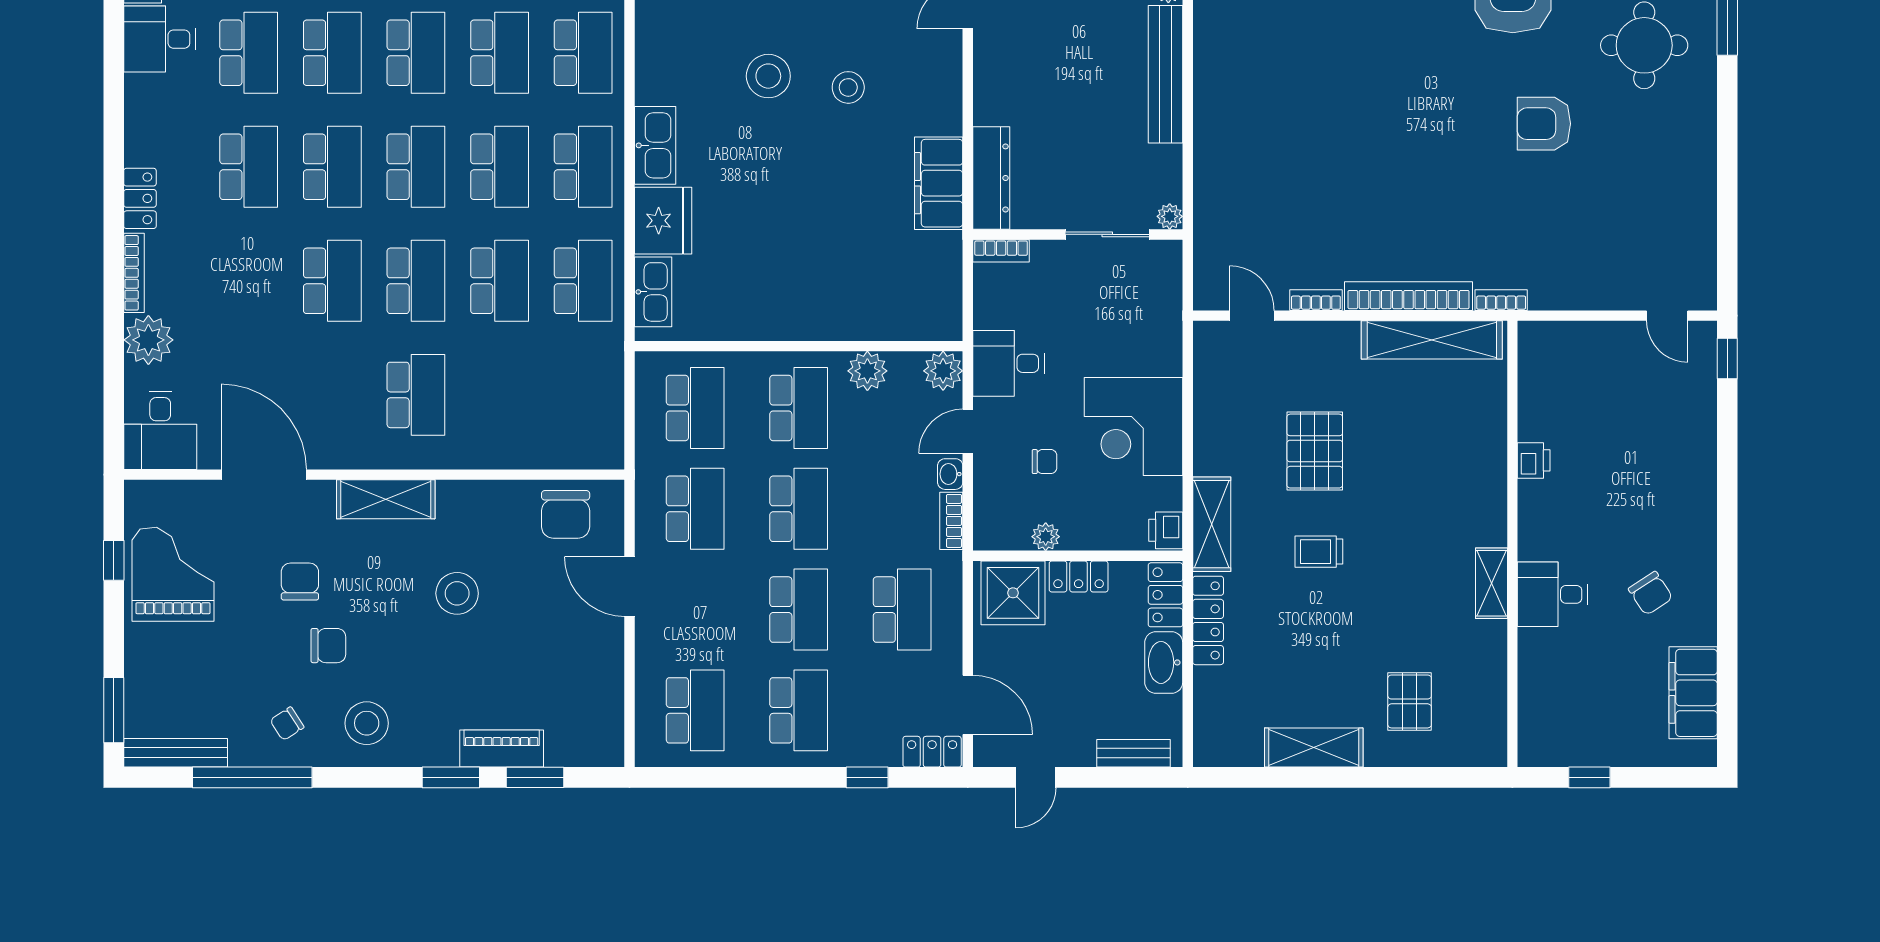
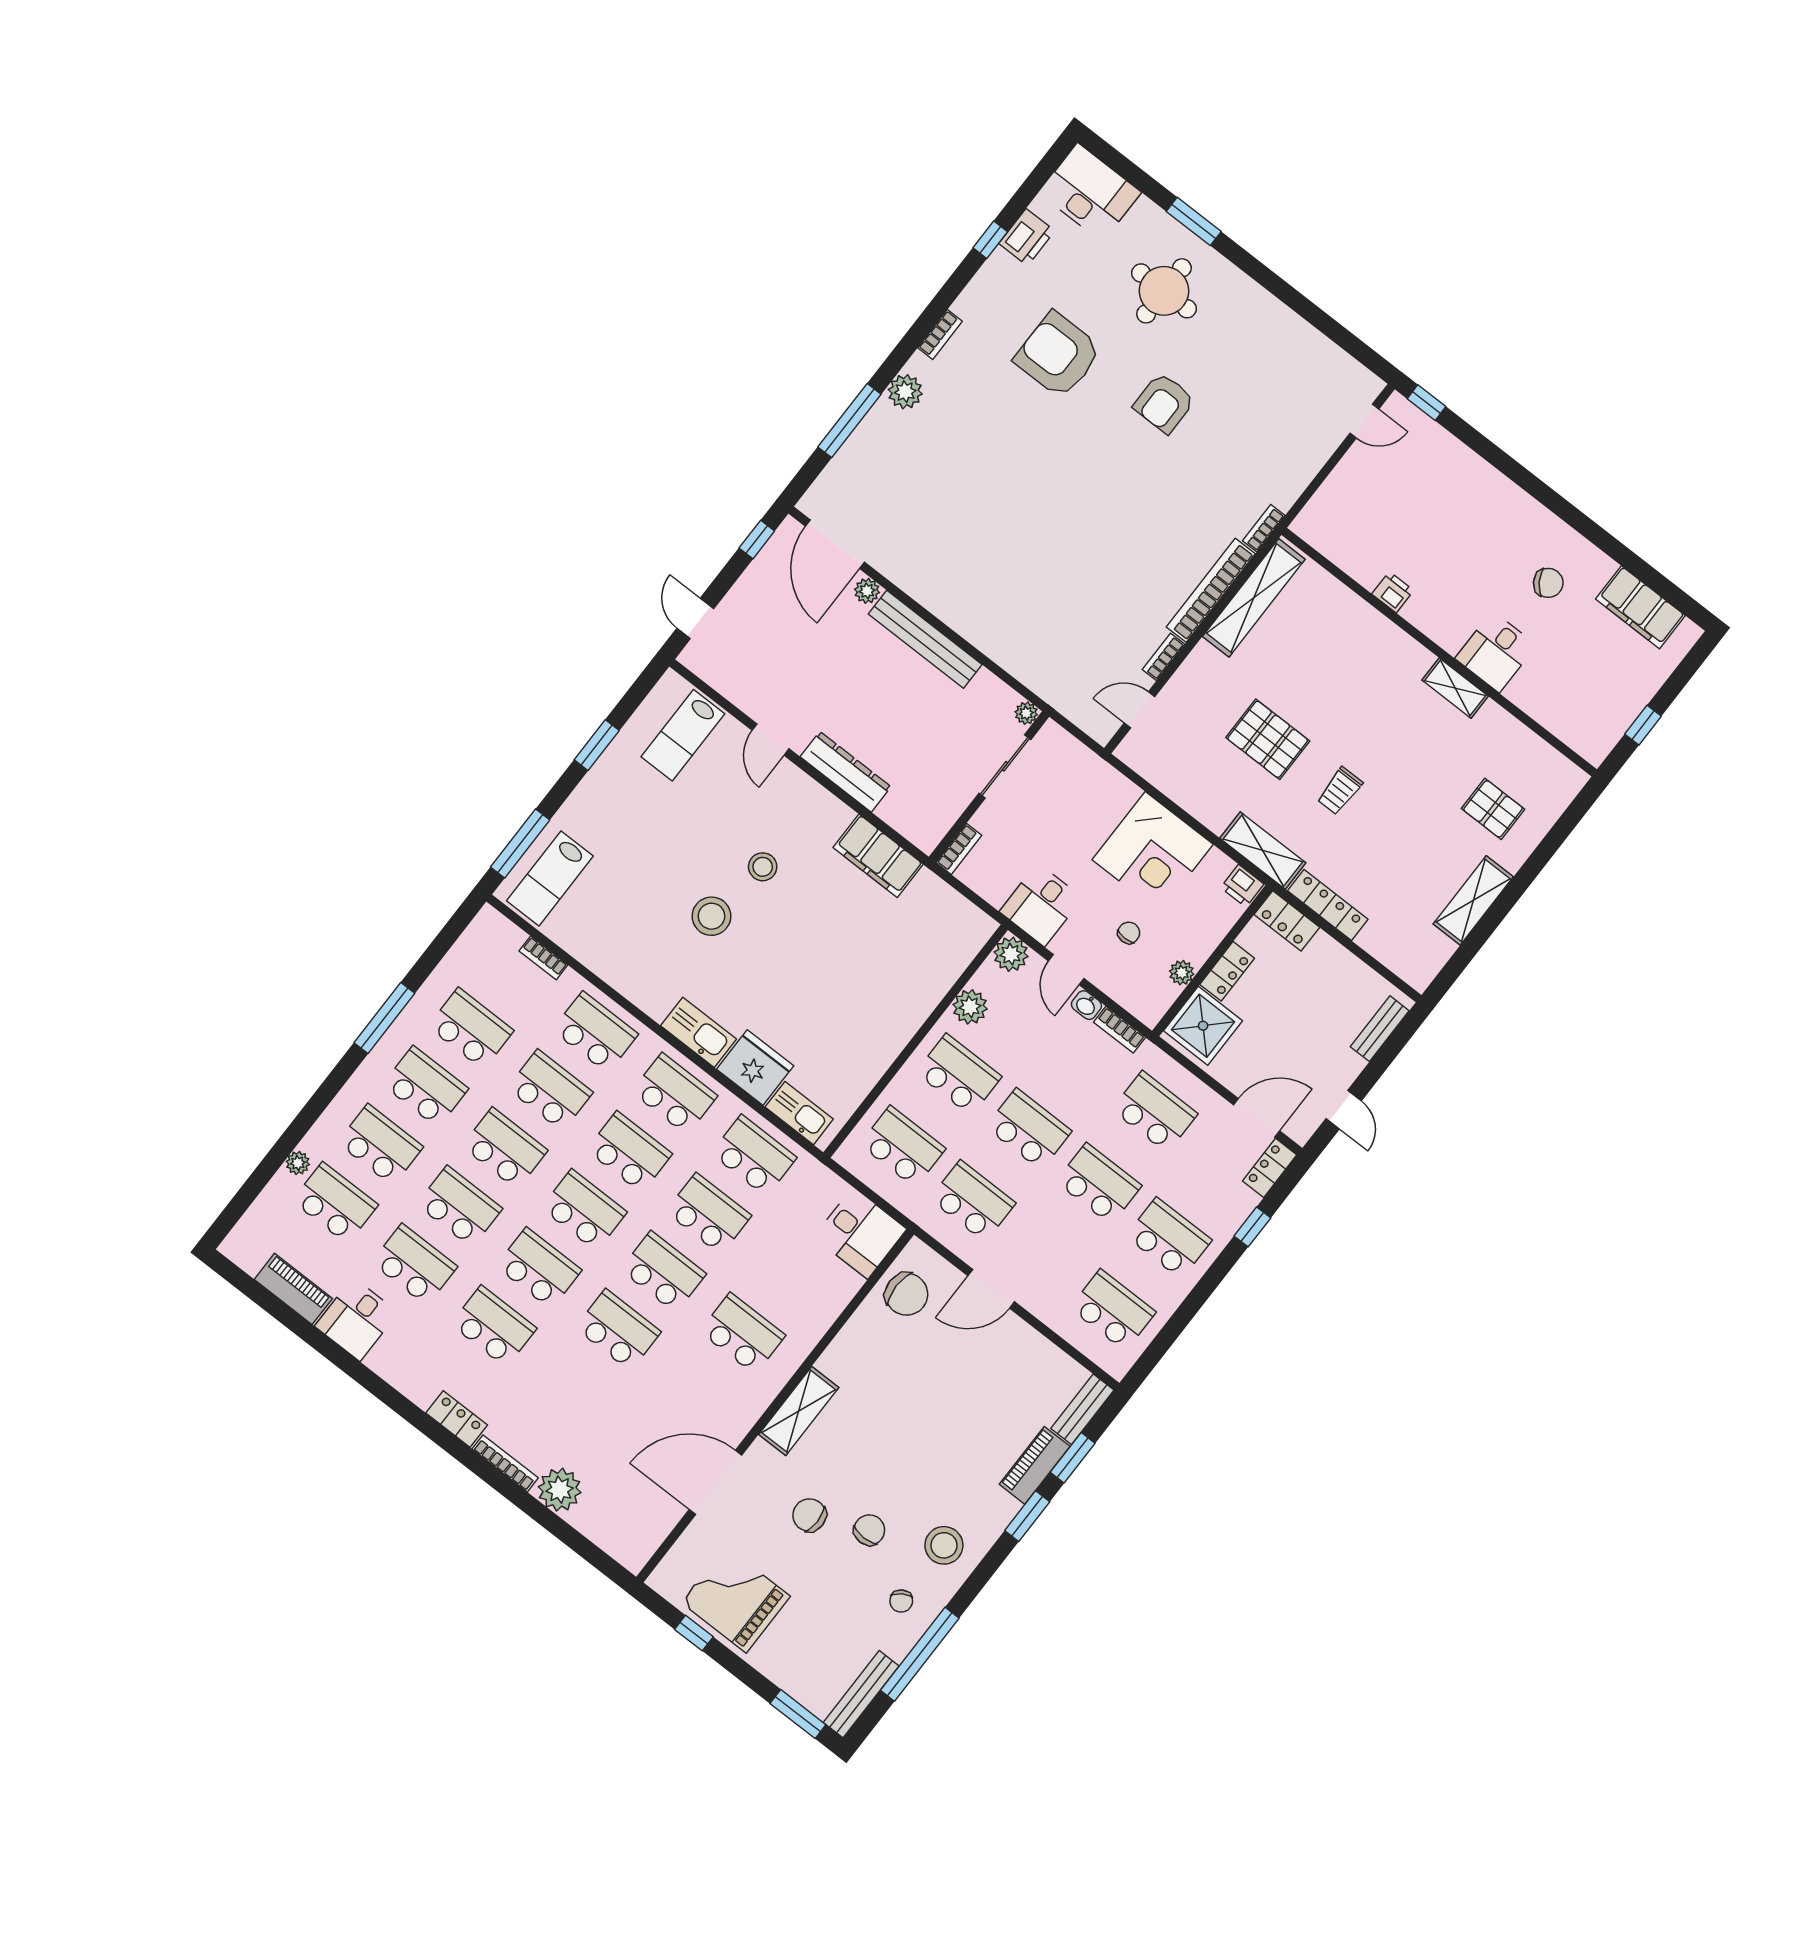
dresser: (991, 178) -> (846, 772), moved
desk: (160, 430) -> (860, 1233), moved
stool: (457, 593) -> (903, 1412), removed
washbasin: (1164, 662) -> (1333, 959), removed
bench: (585, 752) -> (1082, 1409), added

